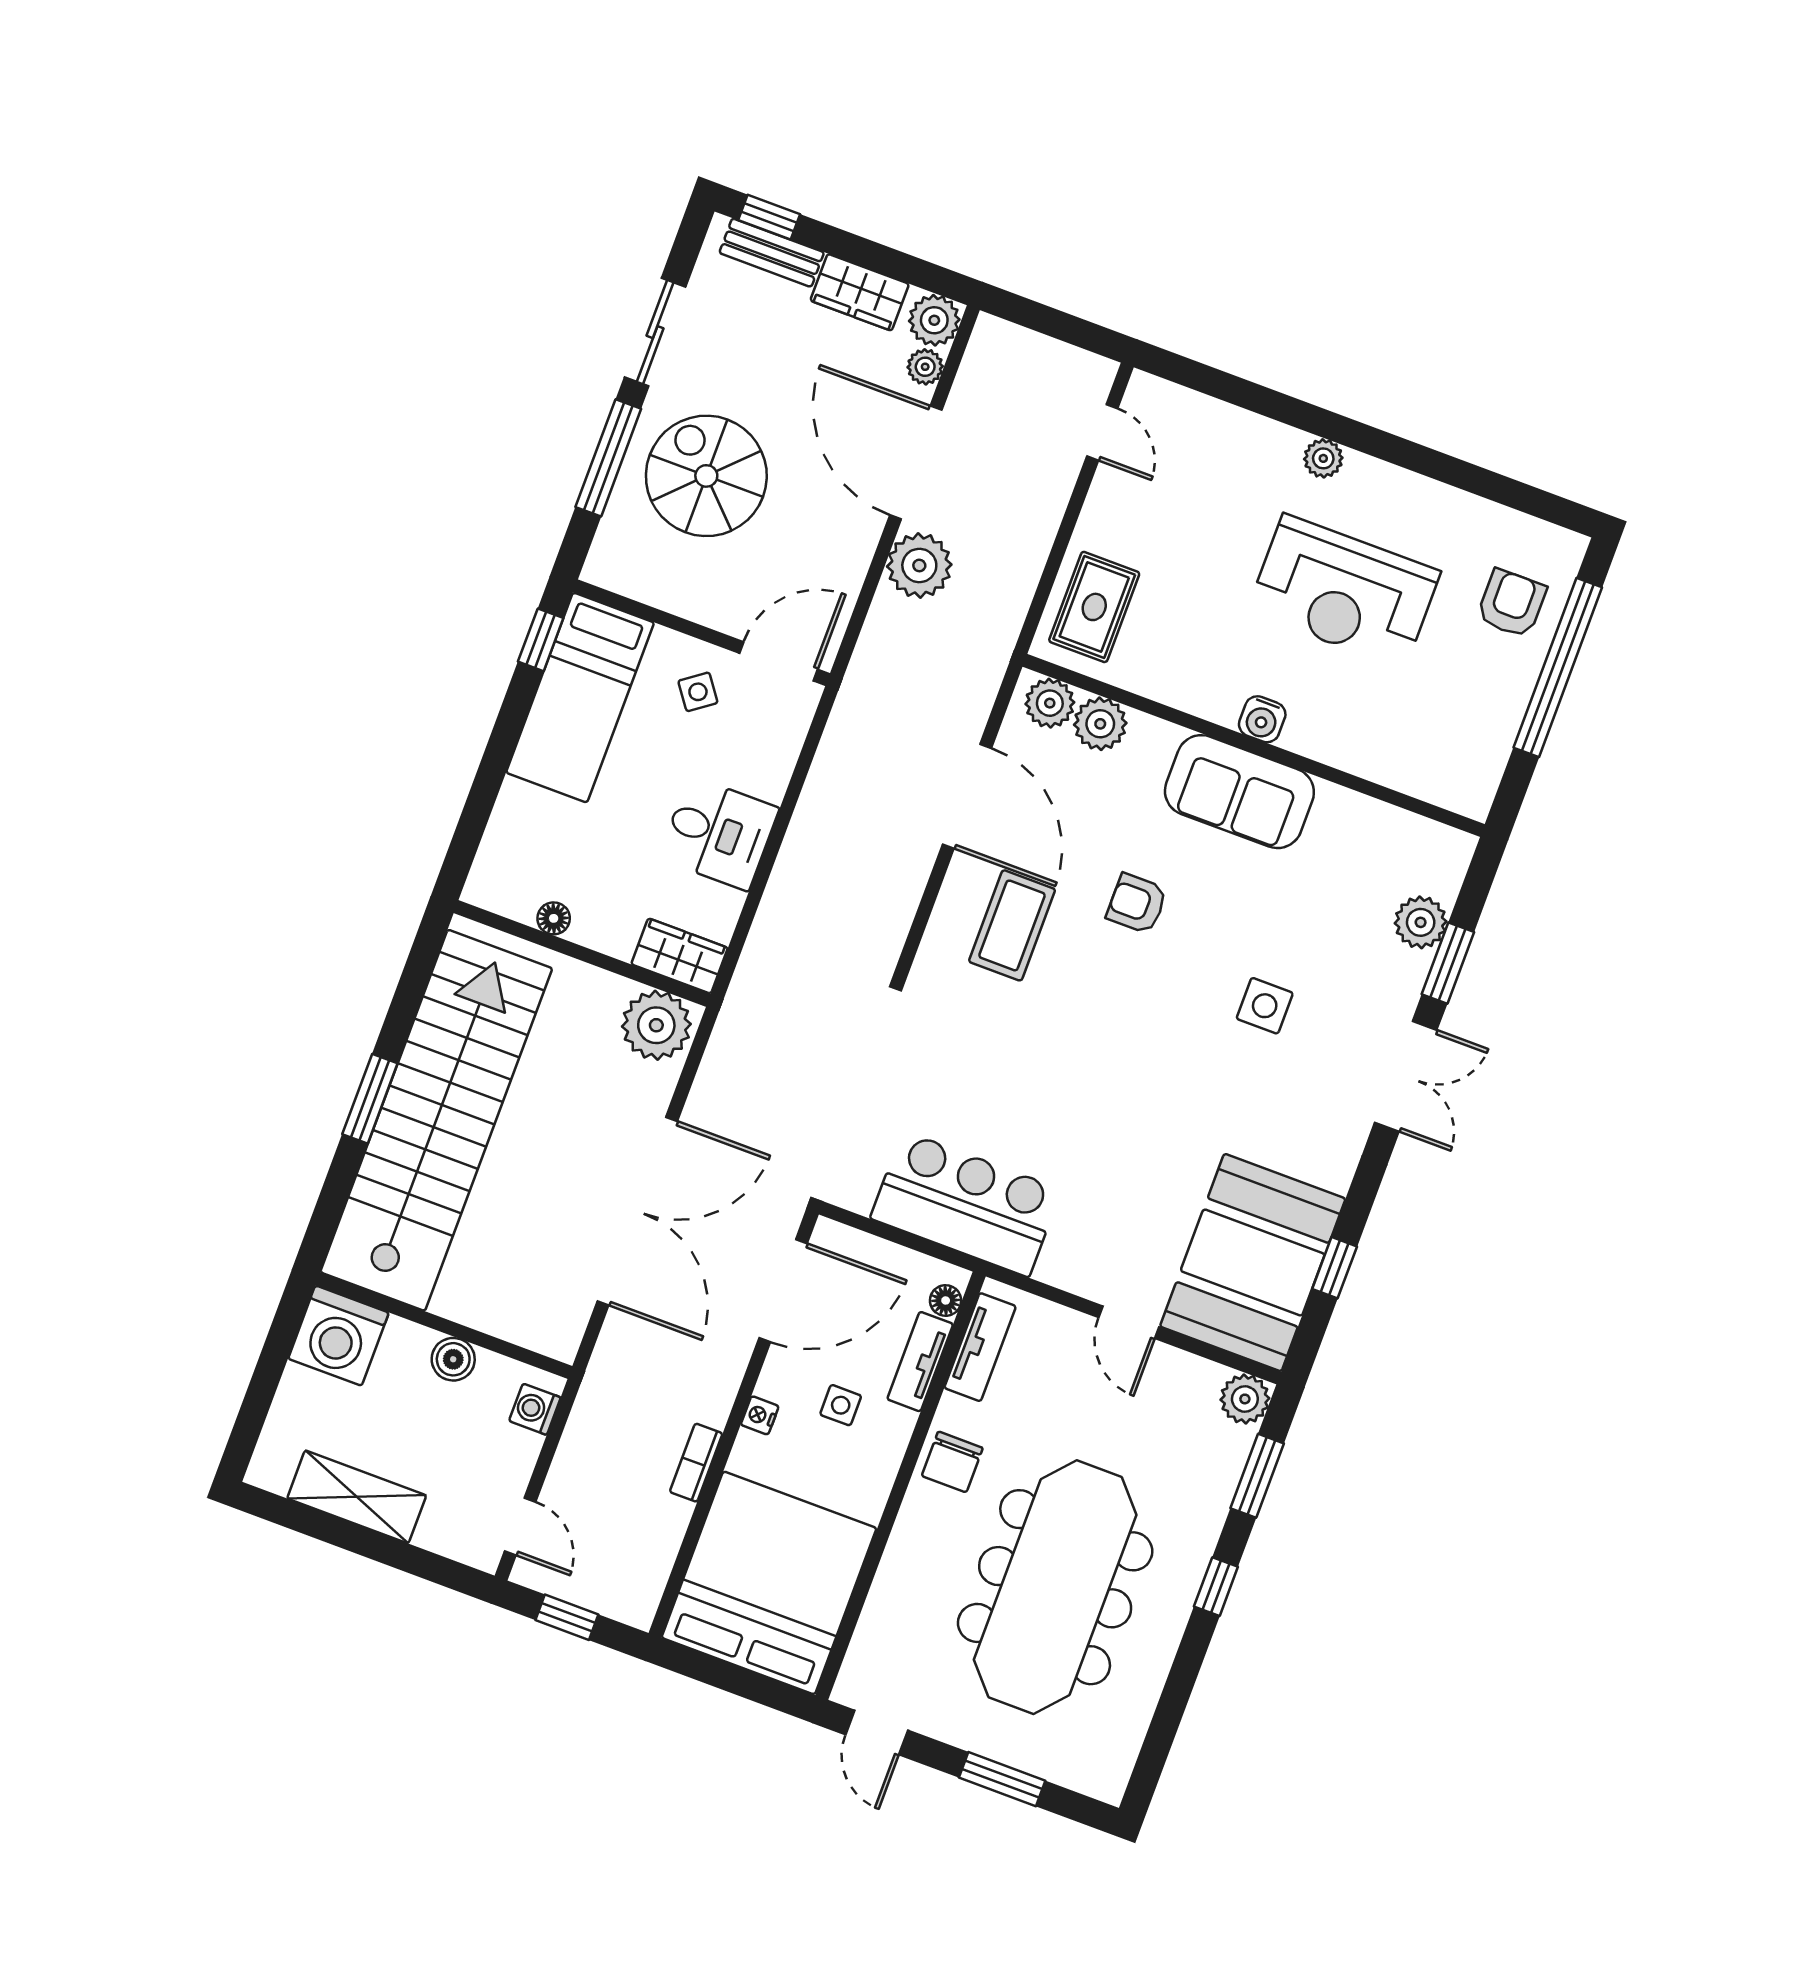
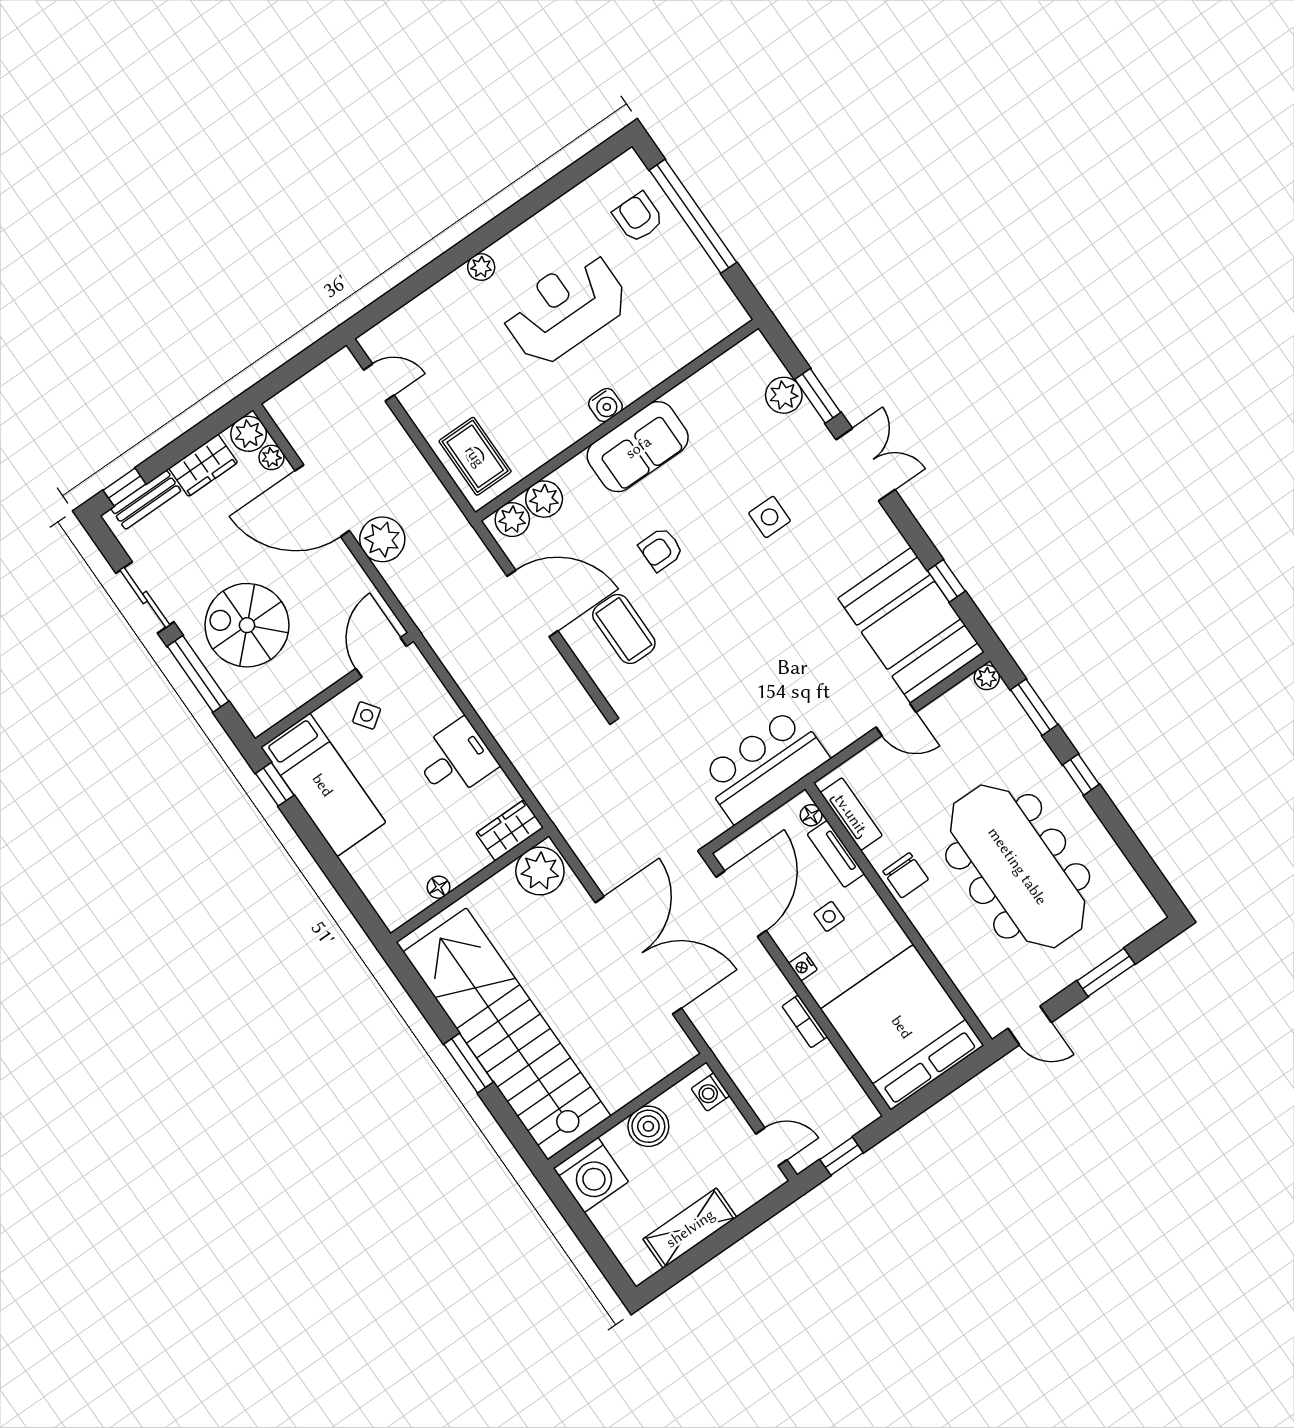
reception desk: (1344, 592) -> (565, 308), turned 180
boiler: (453, 1359) -> (648, 1126), width x1.36, depth x1.36
plant: (1245, 1399) -> (987, 677), width x0.73, depth x0.73

